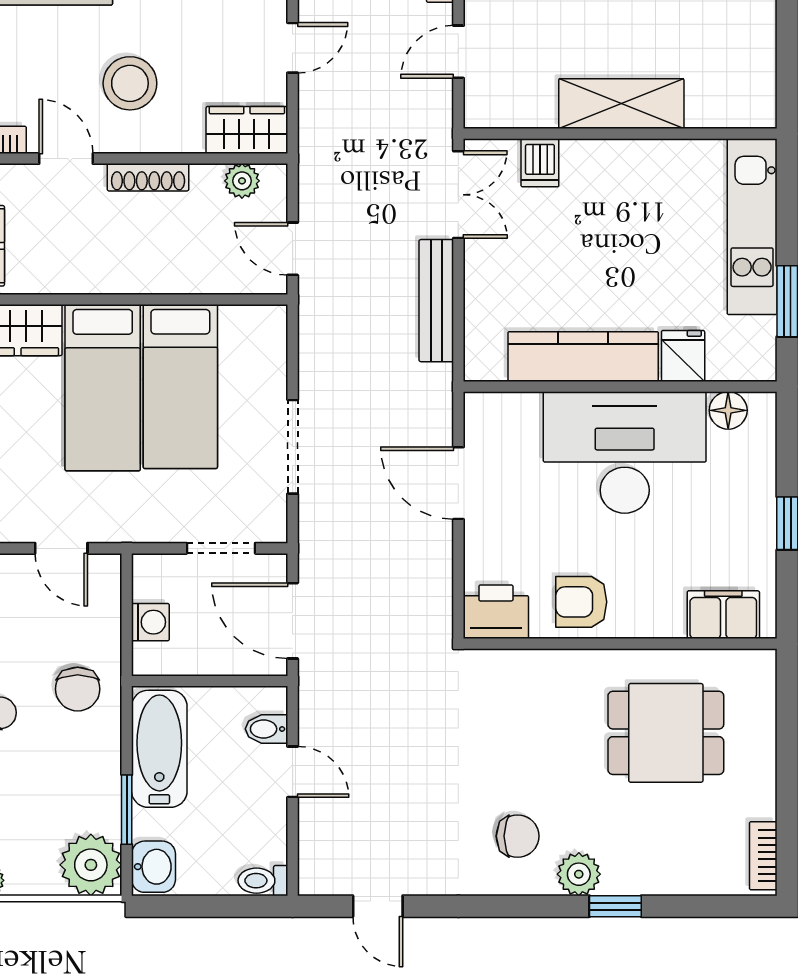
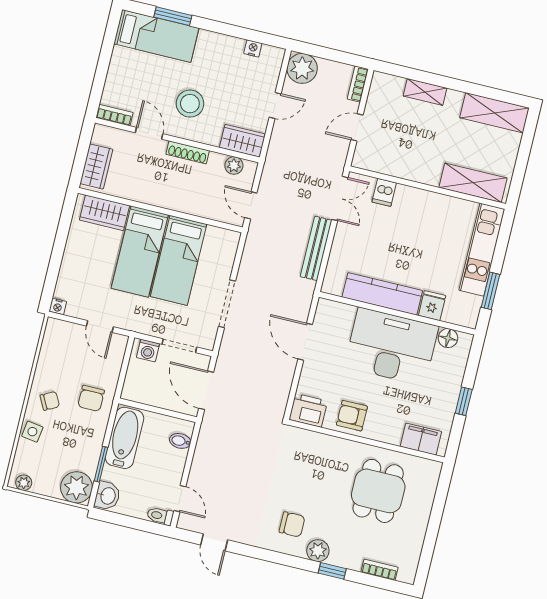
shelving: (621, 104) -> (473, 183), moved
washing machine: (150, 622) -> (148, 351), moved, turned 90
dining table: (666, 733) -> (378, 491), turned 90
door: (293, 772) -> (180, 499), moved
bookcase: (763, 856) -> (380, 570), moved, turned 90

